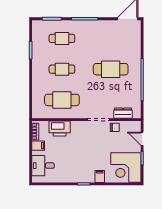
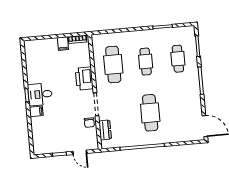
printer: (60, 128) -> (84, 78), moved
door: (142, 139) -> (80, 152), swing flipped
desk: (43, 166) -> (40, 94), moved, turned -90
corner desk: (126, 168) -> (48, 138), removed

